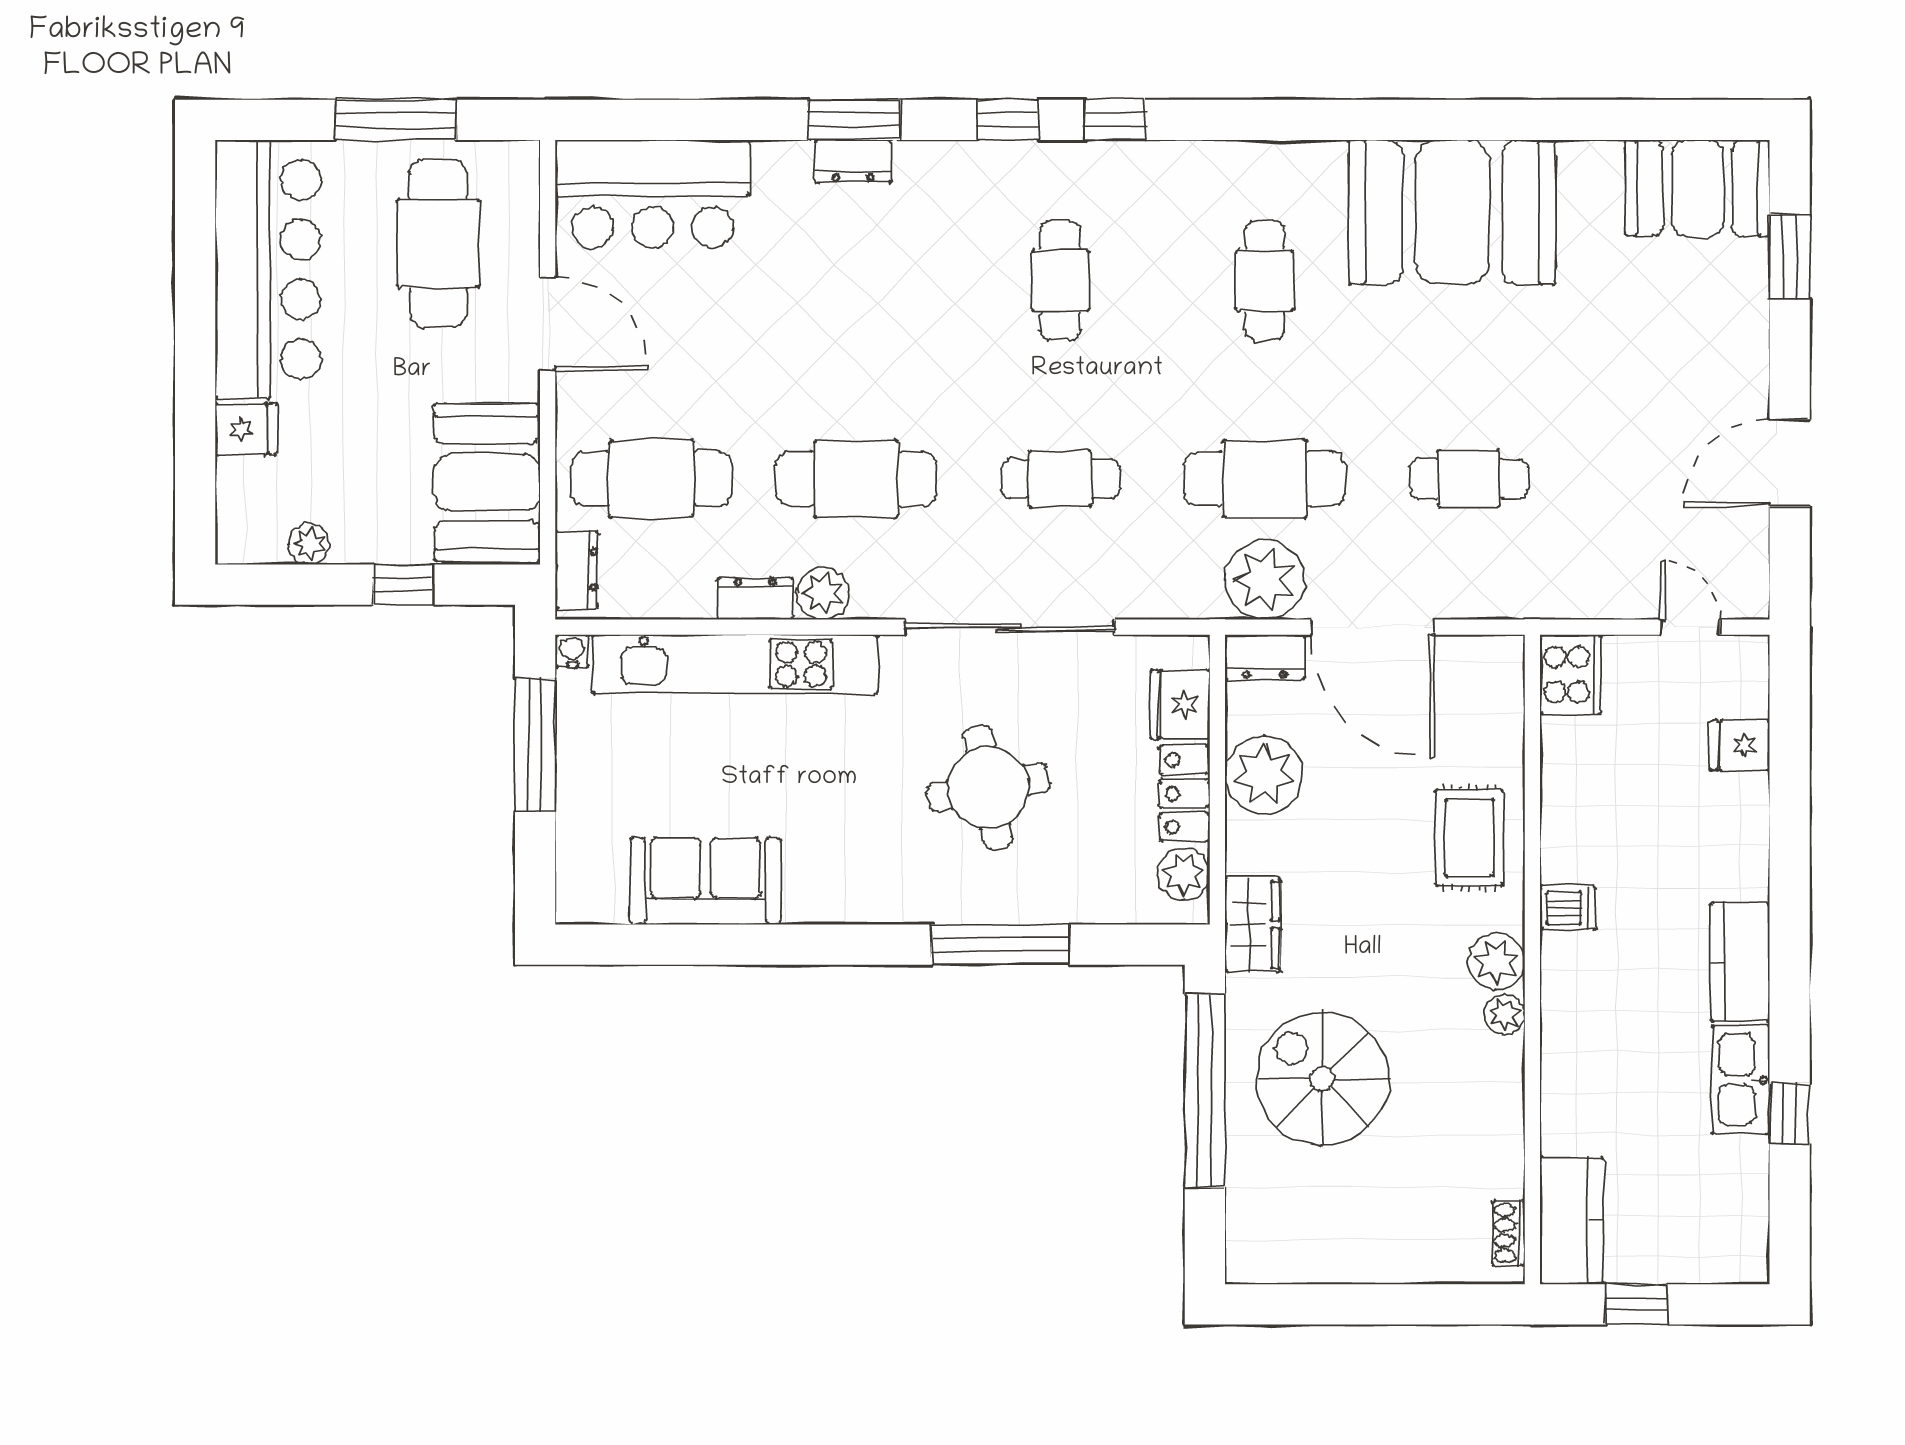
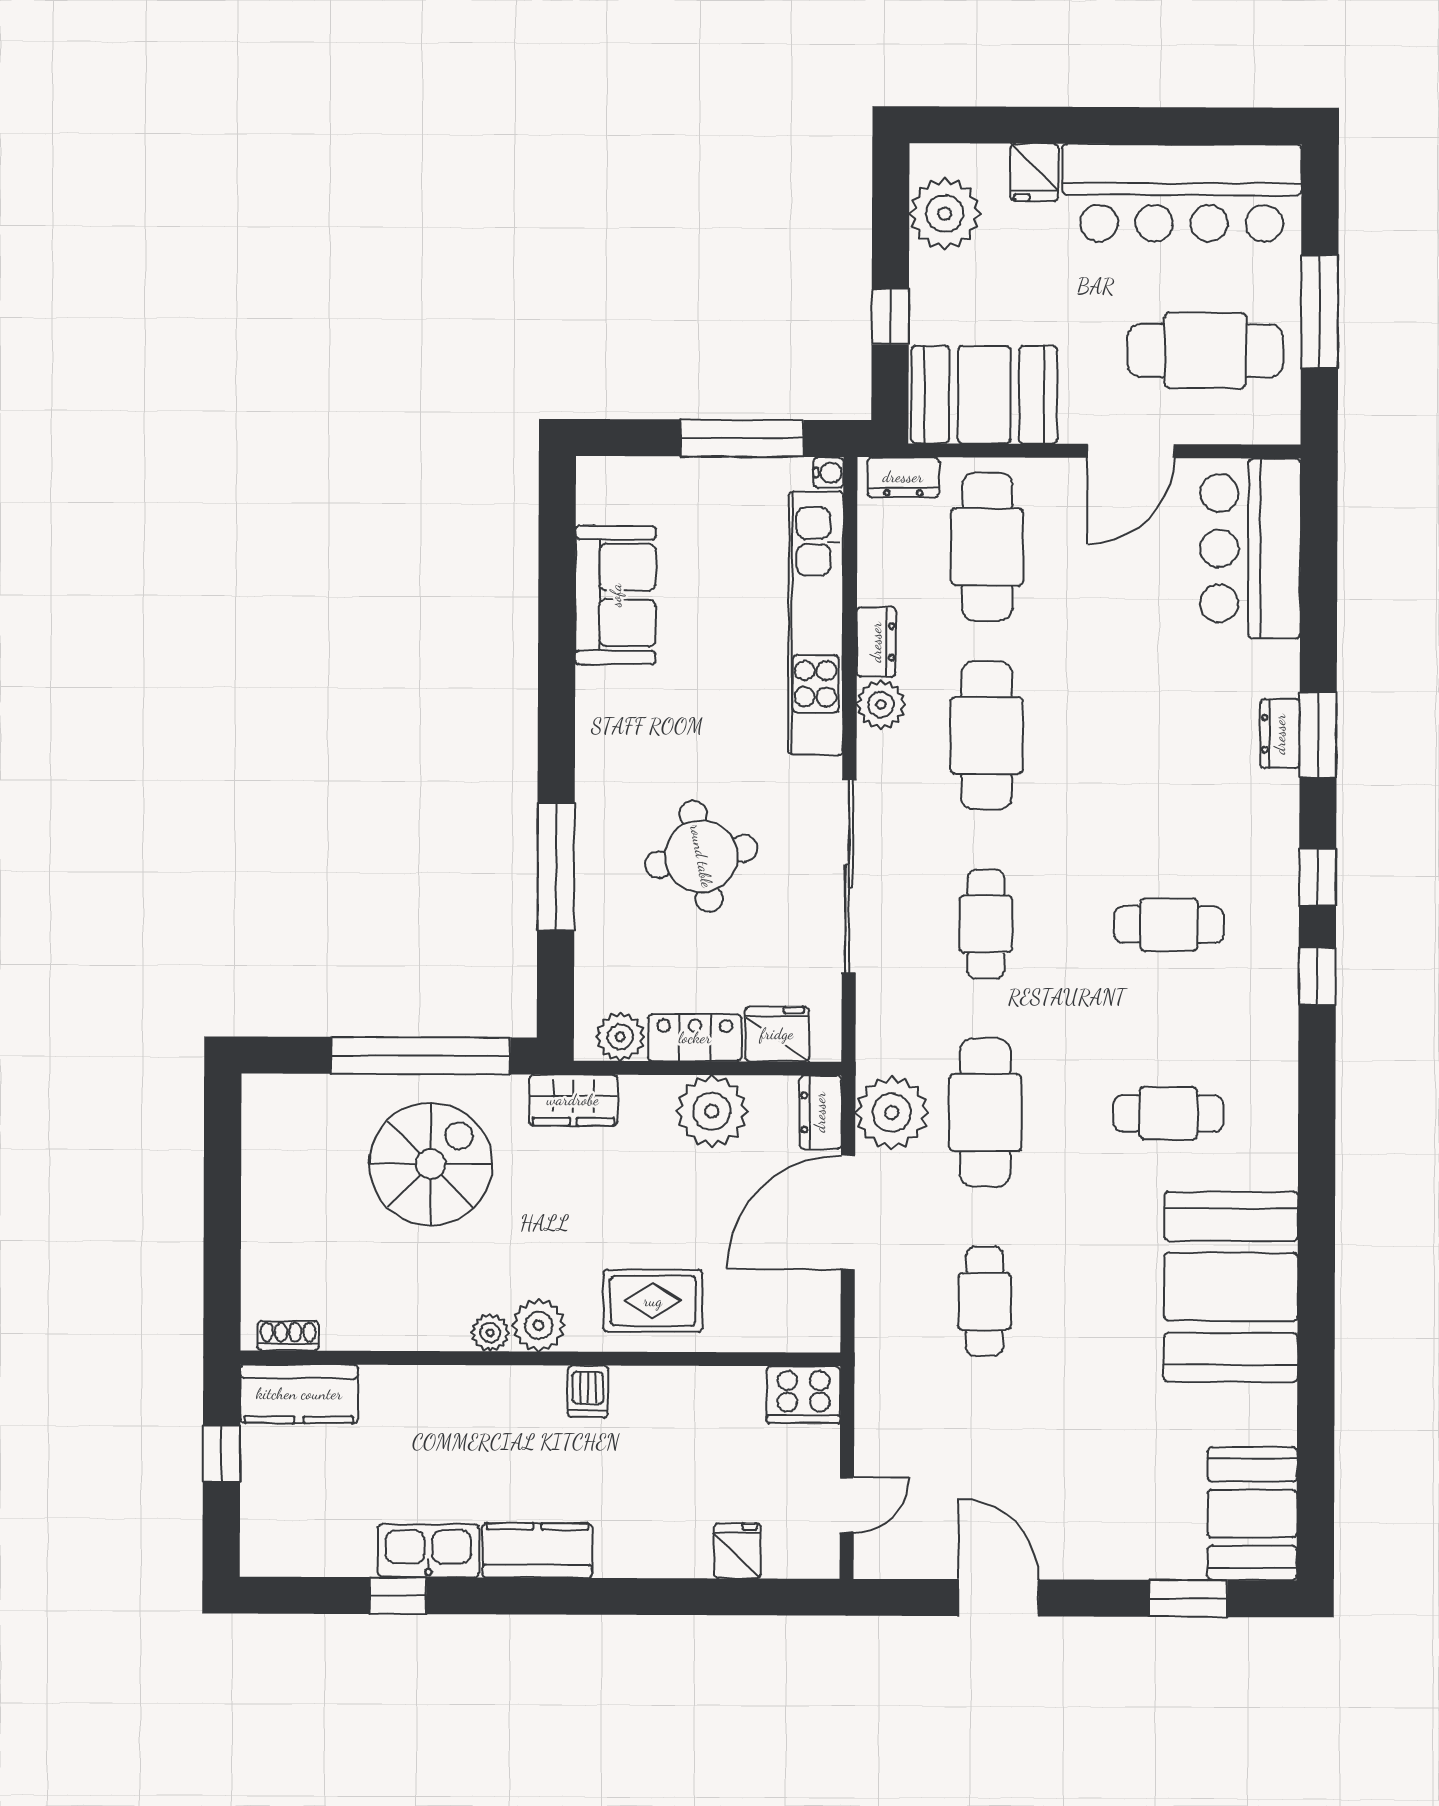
plant: (309, 544) -> (945, 214), width x1.88, depth x1.88

